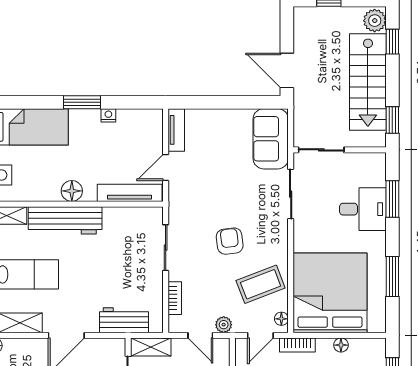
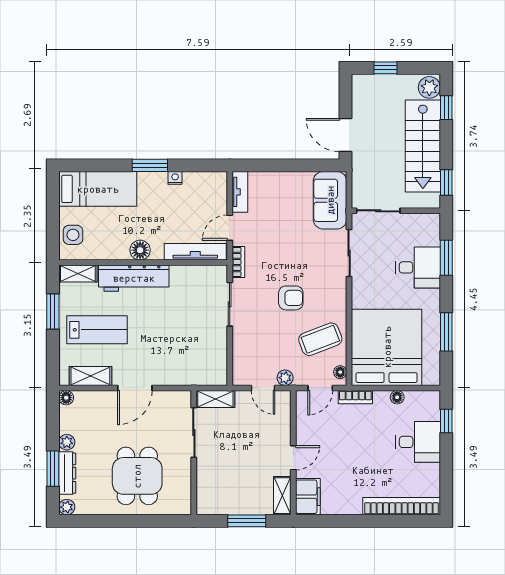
armchair: (230, 241) -> (291, 298), turned 97
bookcase: (175, 298) -> (238, 262), moved
workbench: (124, 320) -> (190, 374), removed

